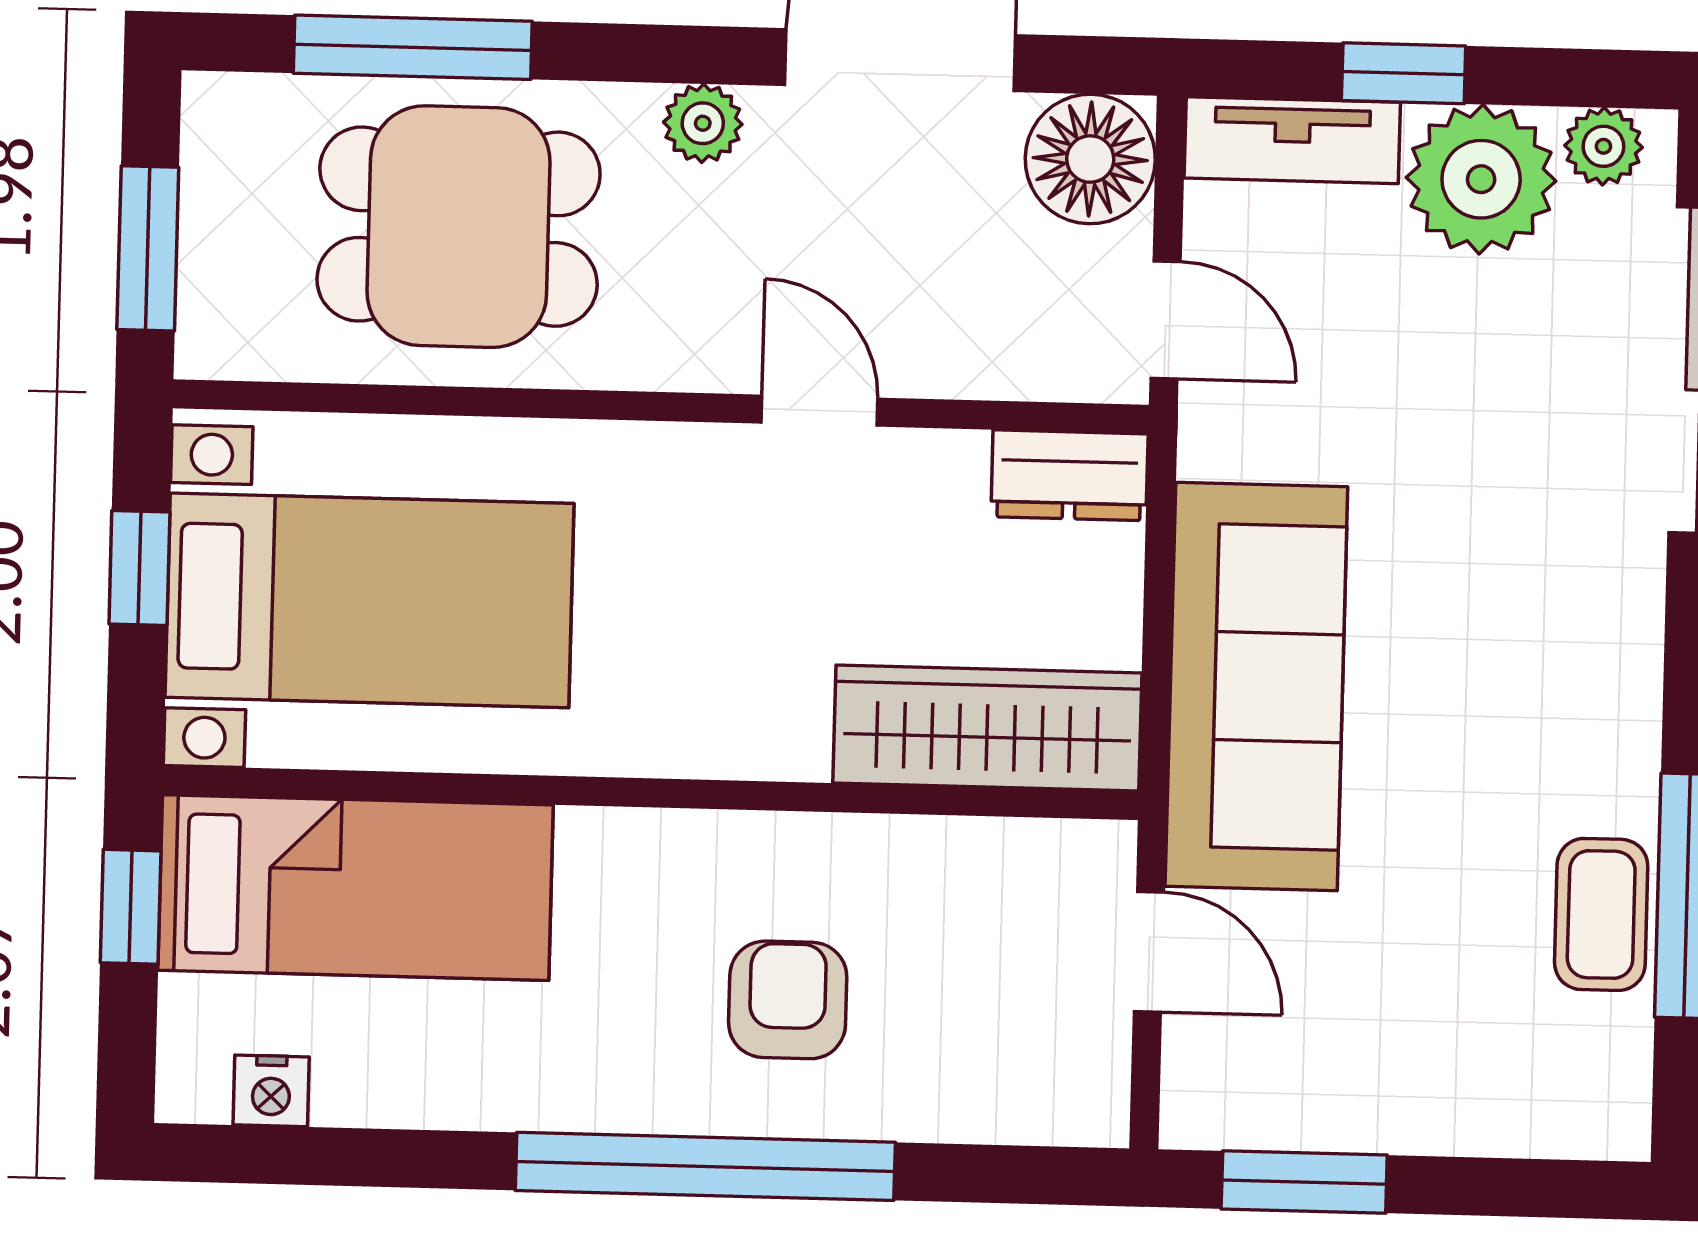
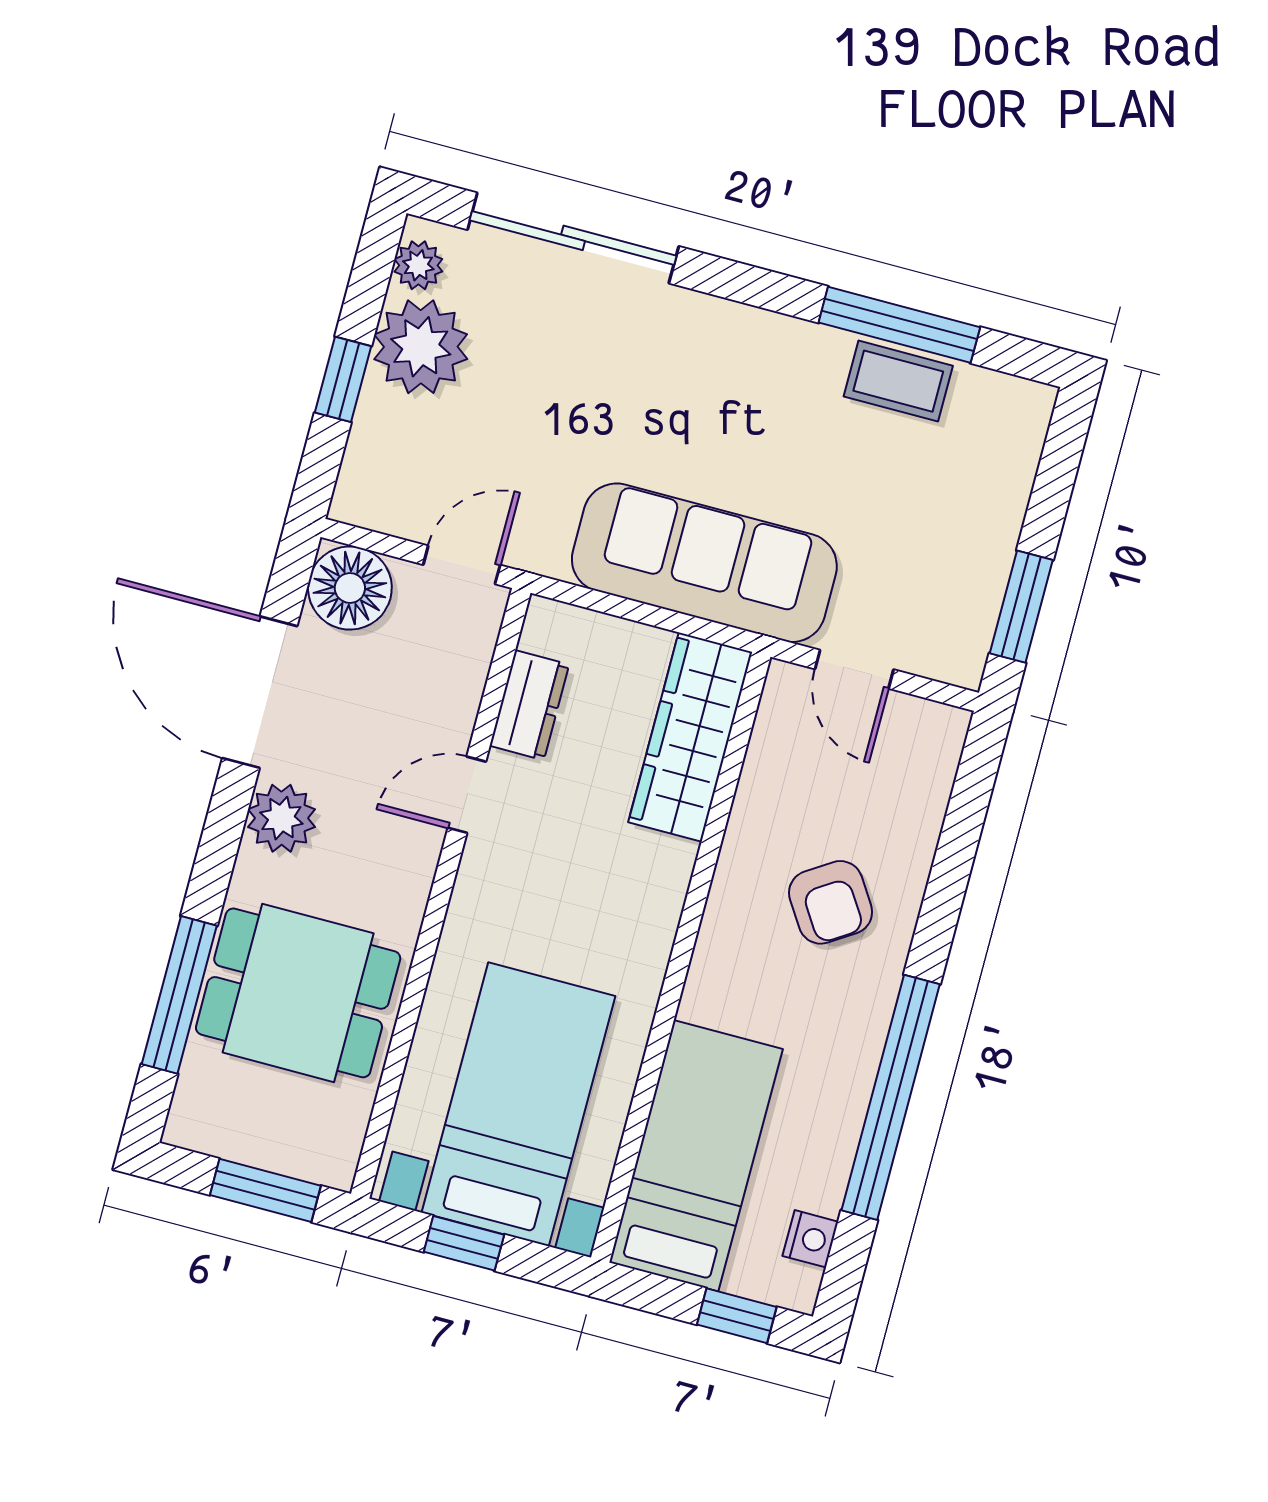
plant: (703, 123) -> (281, 818), width x1.38, depth x1.38
tv unit: (1292, 140) -> (368, 459), removed
dining table: (459, 227) -> (298, 993), turned 90
dresser: (1069, 475) -> (529, 705), moved
window: (131, 907) -> (737, 1316), moved
door: (1149, 952) -> (854, 669), swing flipped
armchair: (788, 1000) -> (831, 902), turned -123
window: (705, 1166) -> (891, 1097), moved

